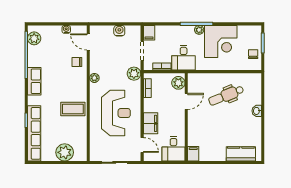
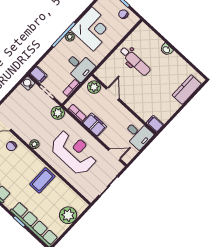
water cooler: (119, 31) -> (28, 83), moved
dental chair: (226, 95) -> (135, 61), turned -68
filing cabinet: (151, 123) -> (94, 125), moved

